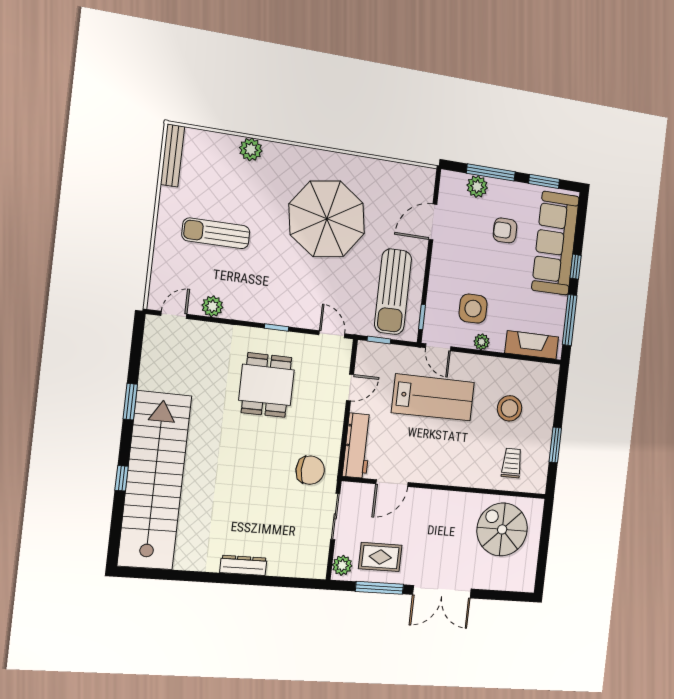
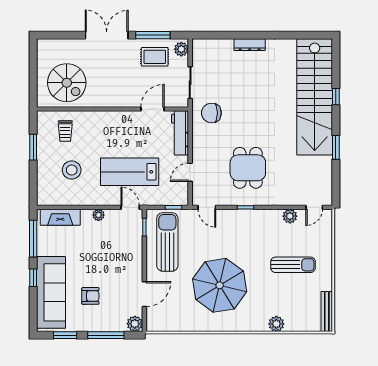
plant: (477, 187) -> (135, 324), moved
side table: (473, 309) -> (108, 238), removed

